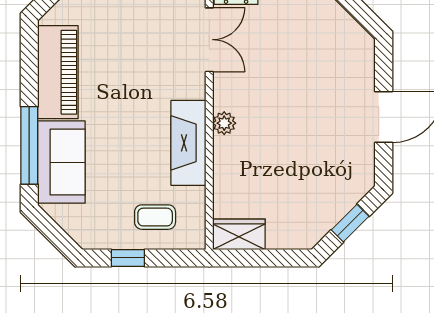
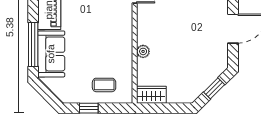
plant: (224, 123) -> (143, 51), moved
fireplace: (188, 143) -> (123, 43), removed

